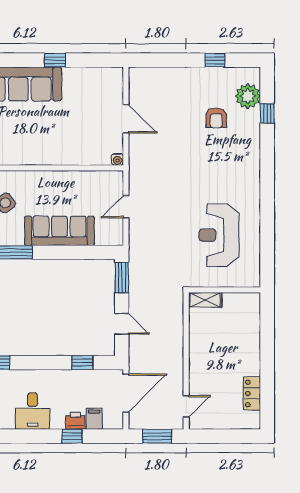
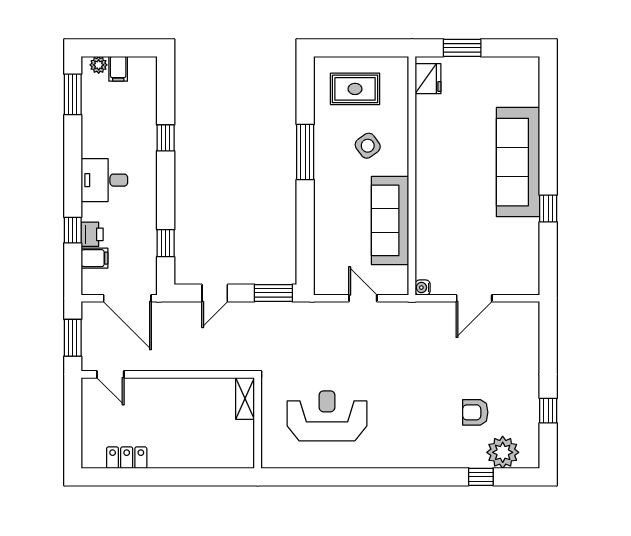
sofa: (60, 231) -> (390, 220), moved, turned 180

